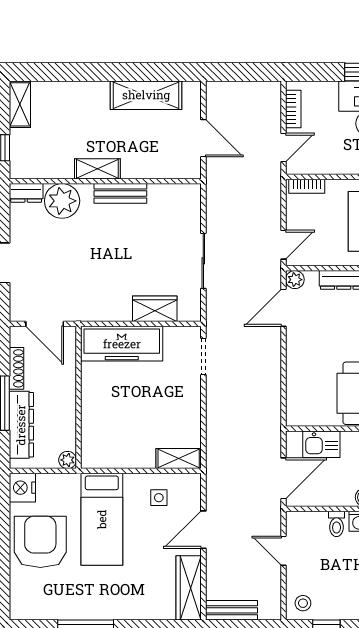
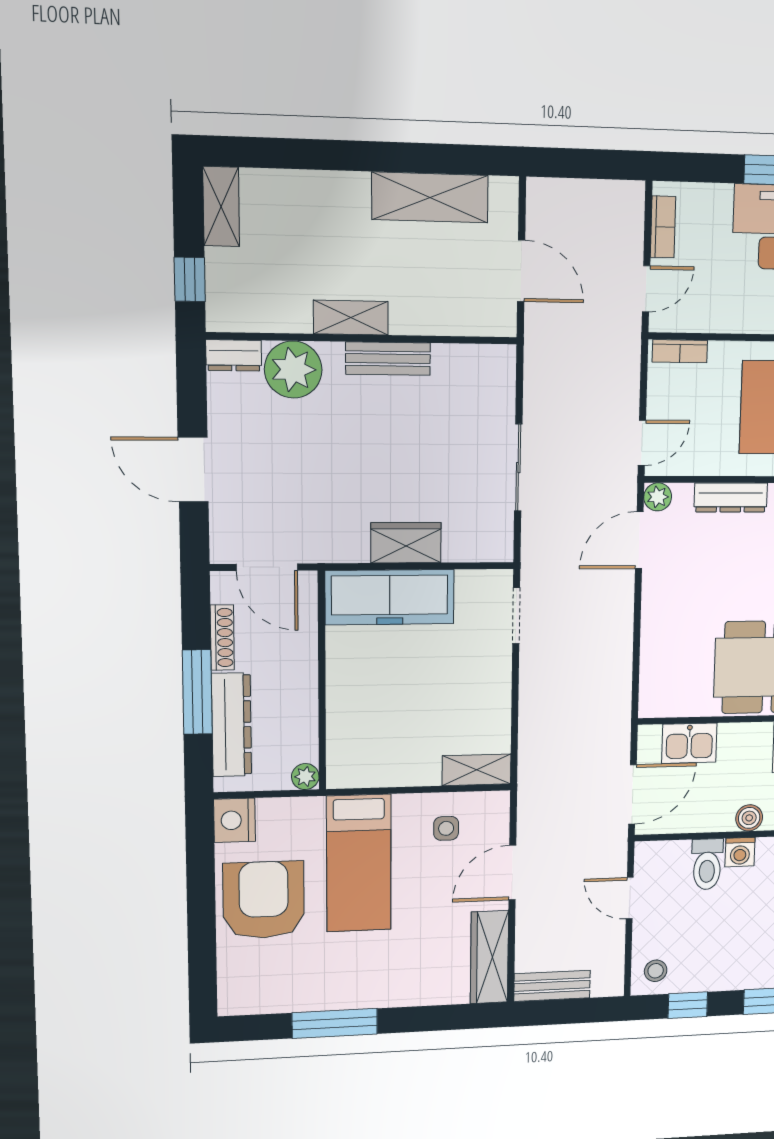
wardrobe: (155, 309) -> (406, 543), moved
toilet: (337, 524) -> (707, 864), width x1.37, depth x1.39

